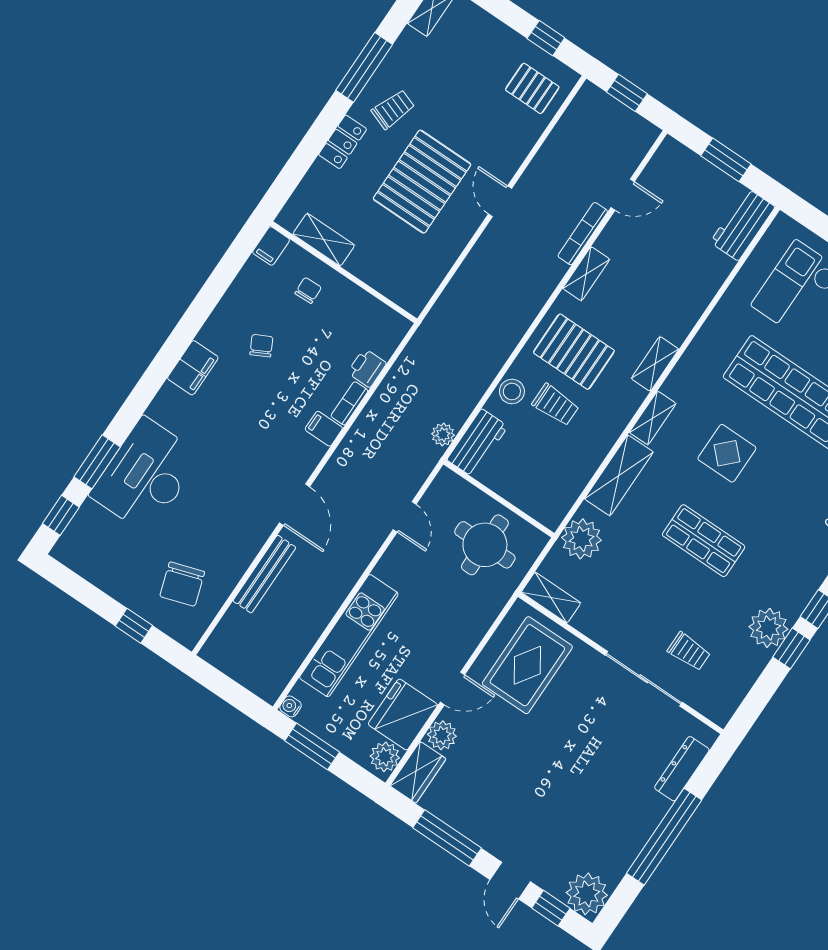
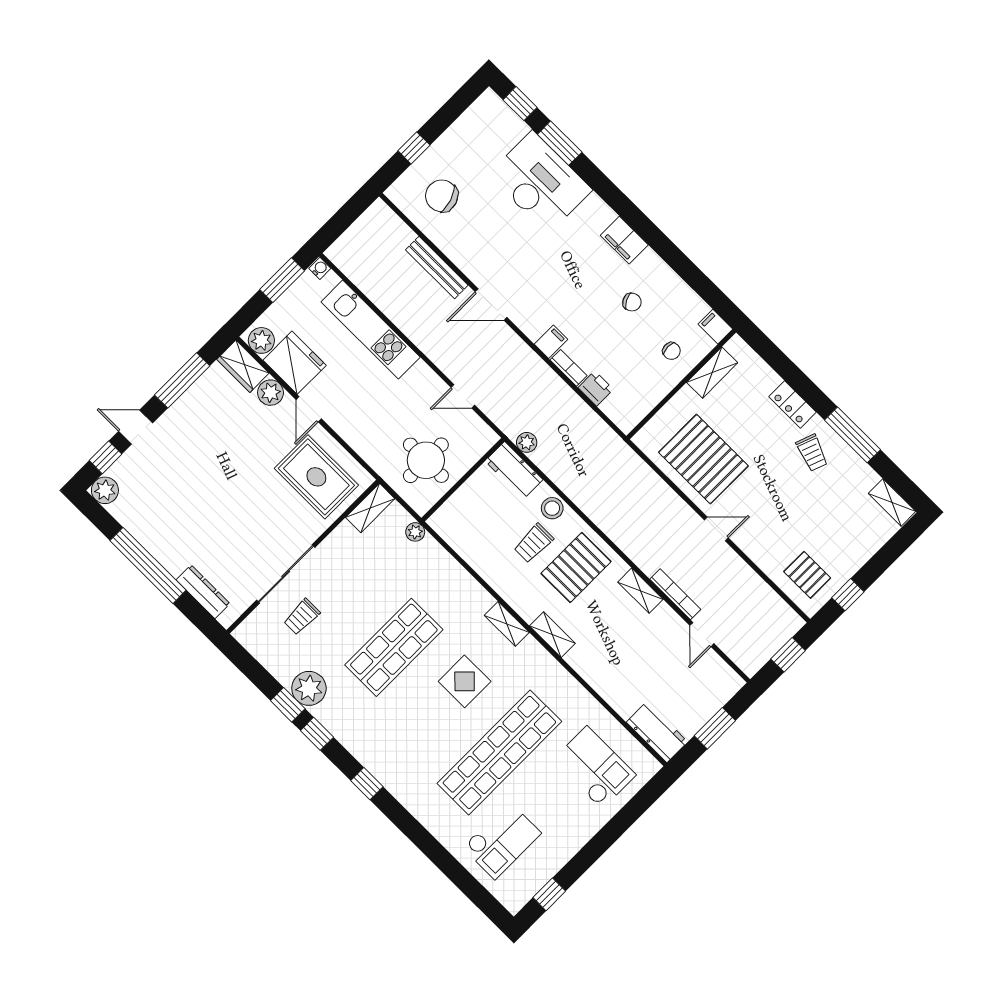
pallet: (532, 88) -> (807, 575), turned 90
pallet: (422, 182) -> (703, 459), moved
shelving: (619, 475) -> (463, 586), removed
plant: (581, 539) -> (415, 532), width x0.53, depth x0.53
shop shelf: (704, 541) -> (394, 647), width x1.43, depth x1.36
plant: (587, 894) -> (105, 490), width x0.73, depth x0.73

